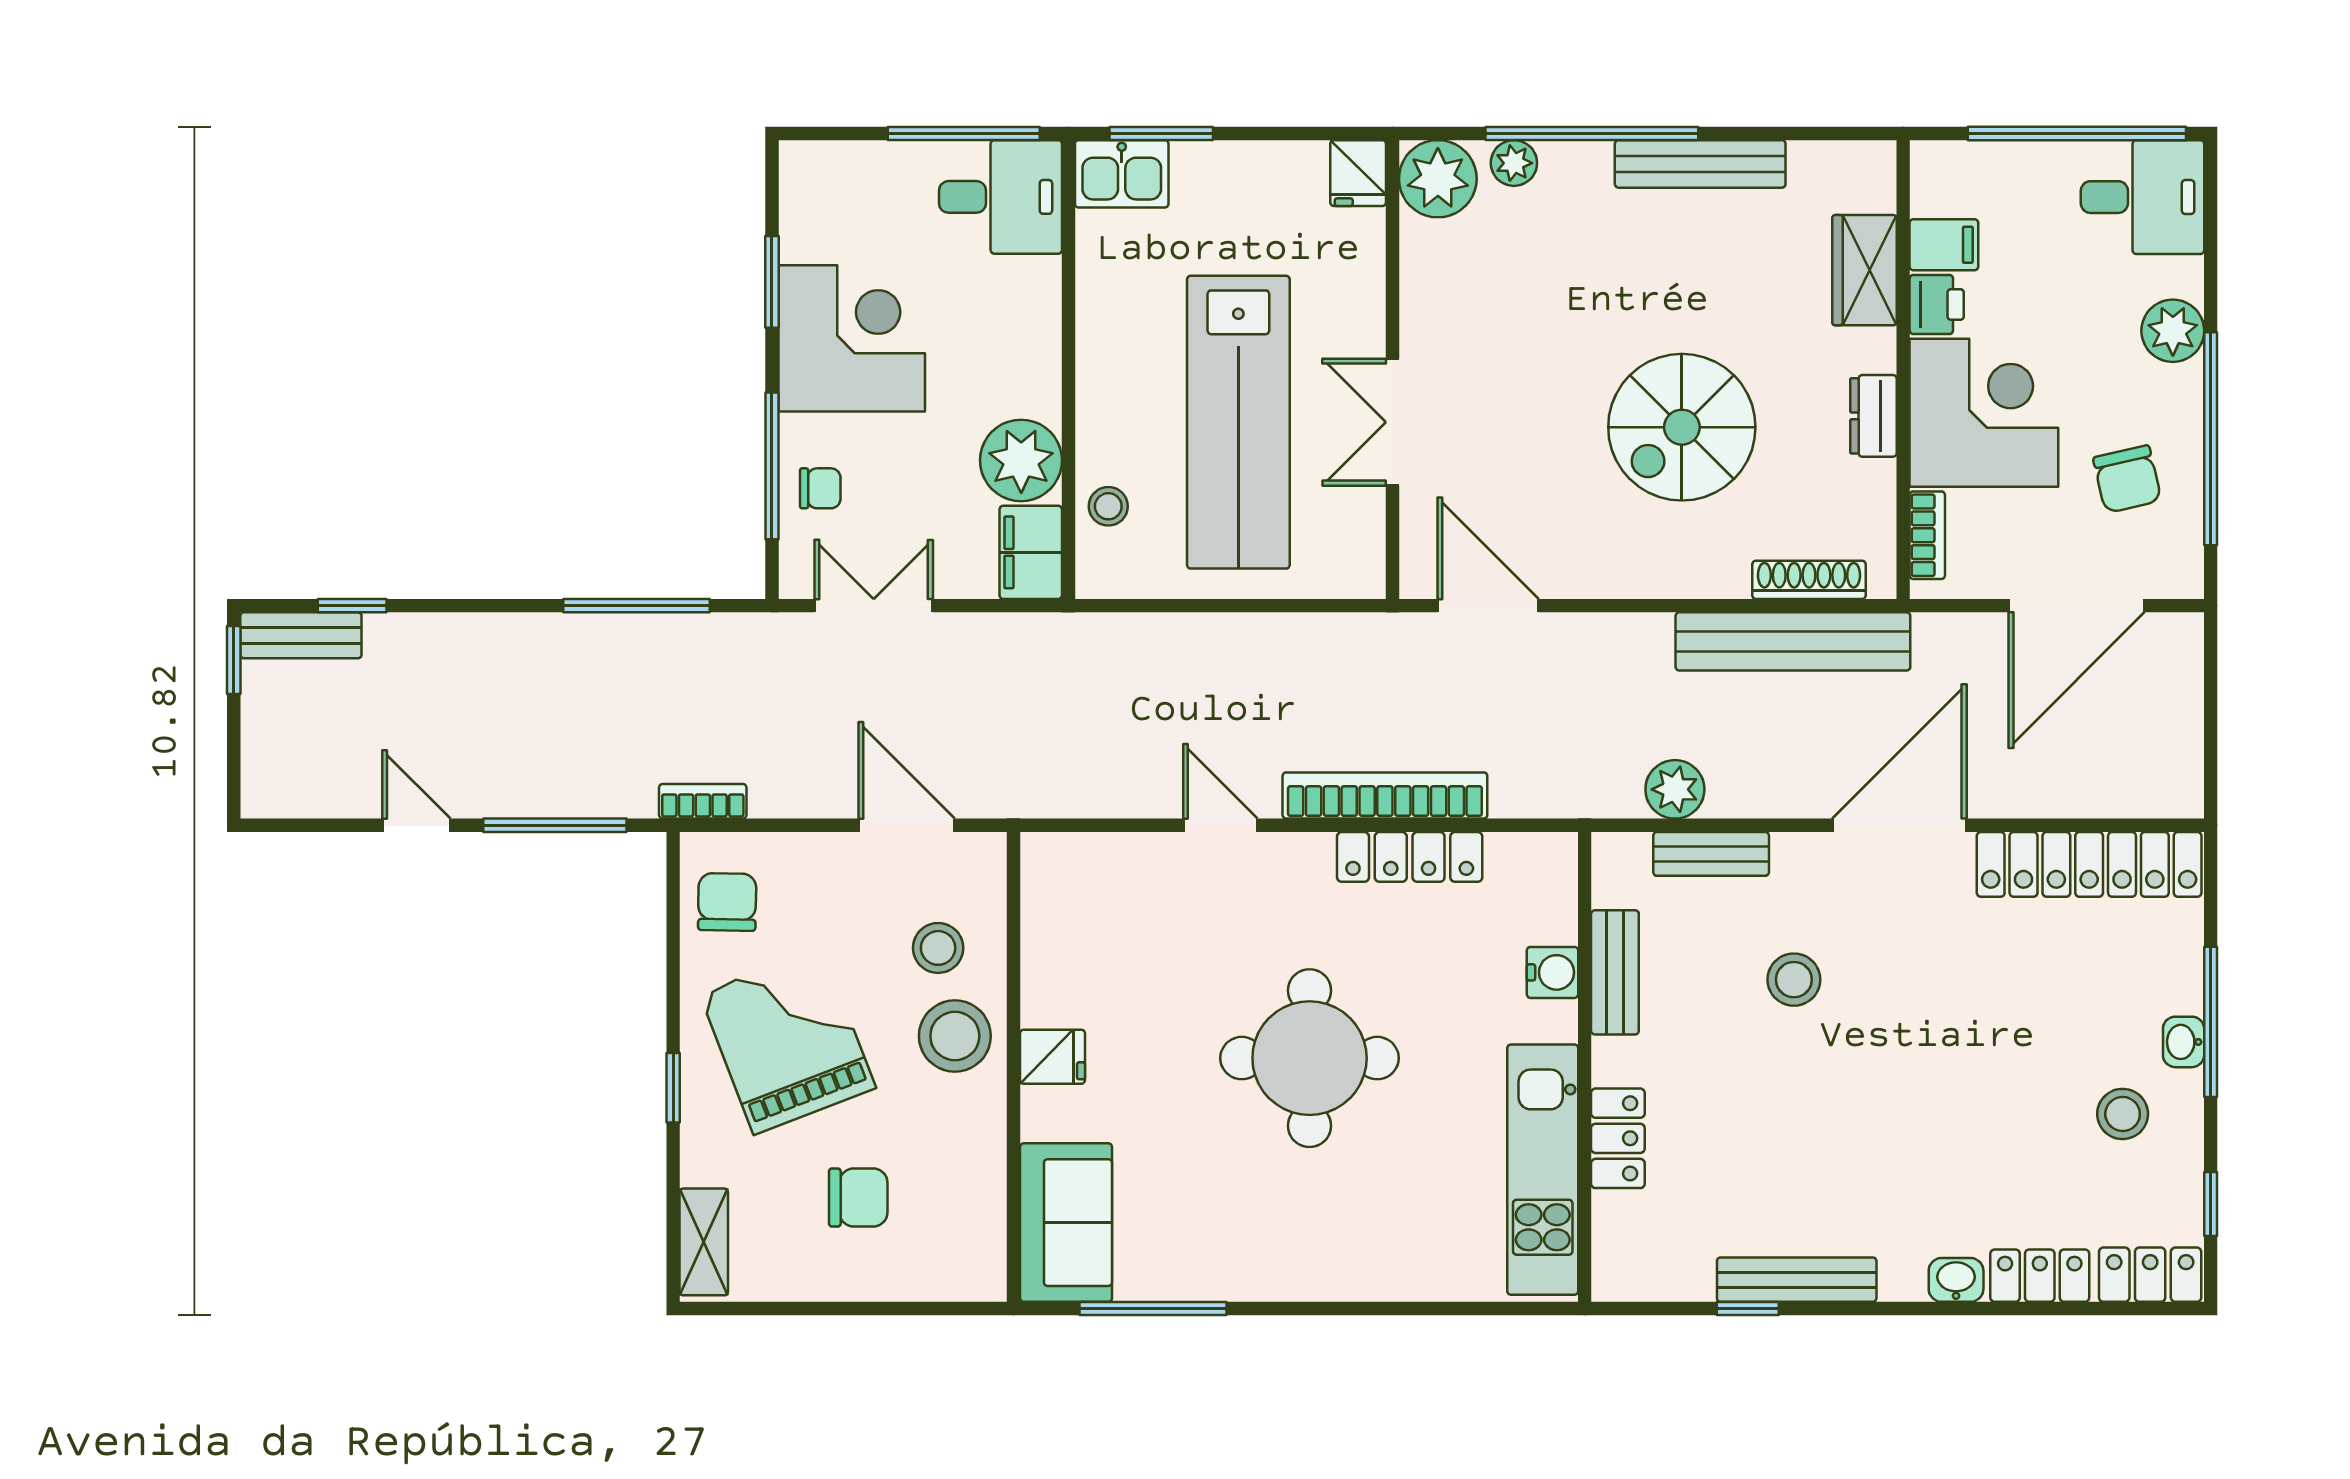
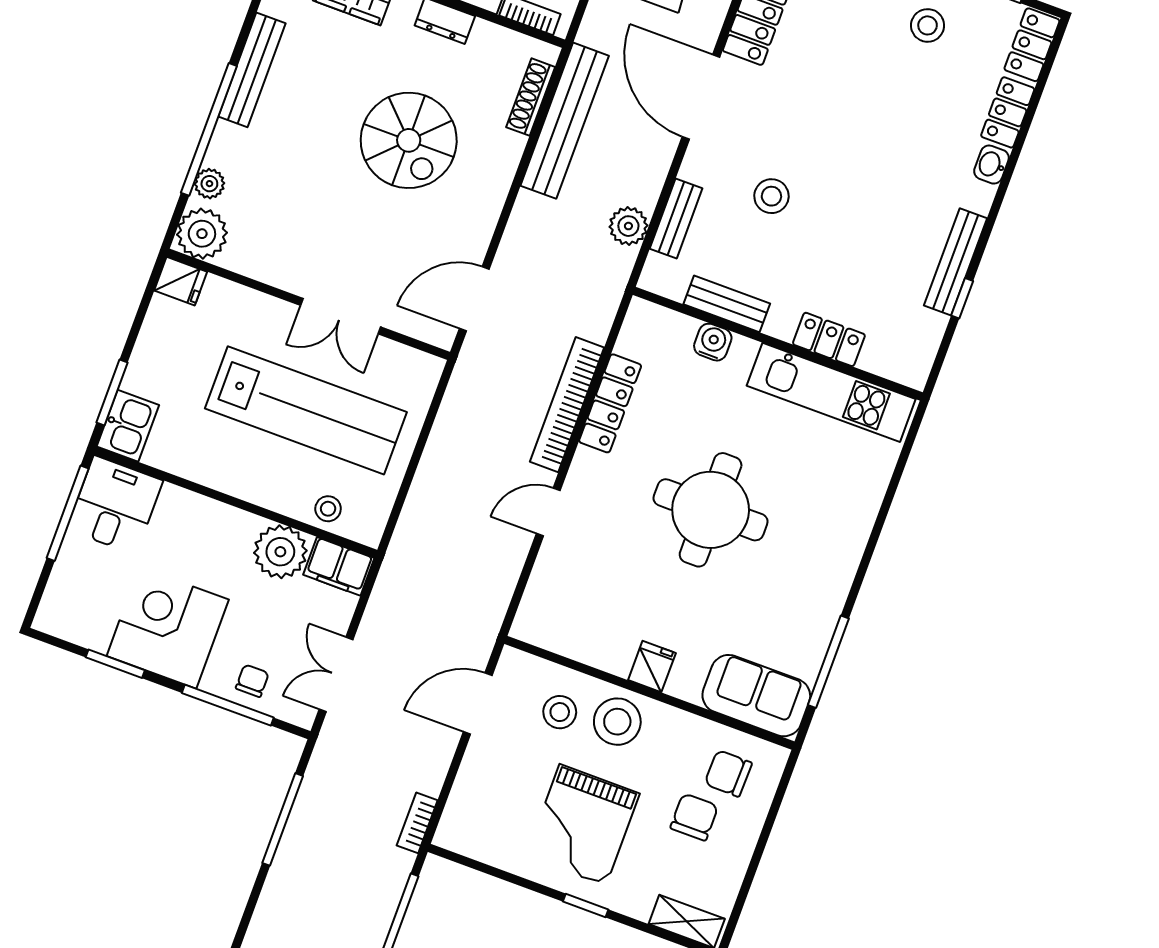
chair: (727, 902) -> (728, 773), moved
grand piano: (788, 1041) -> (583, 825), turned -69

